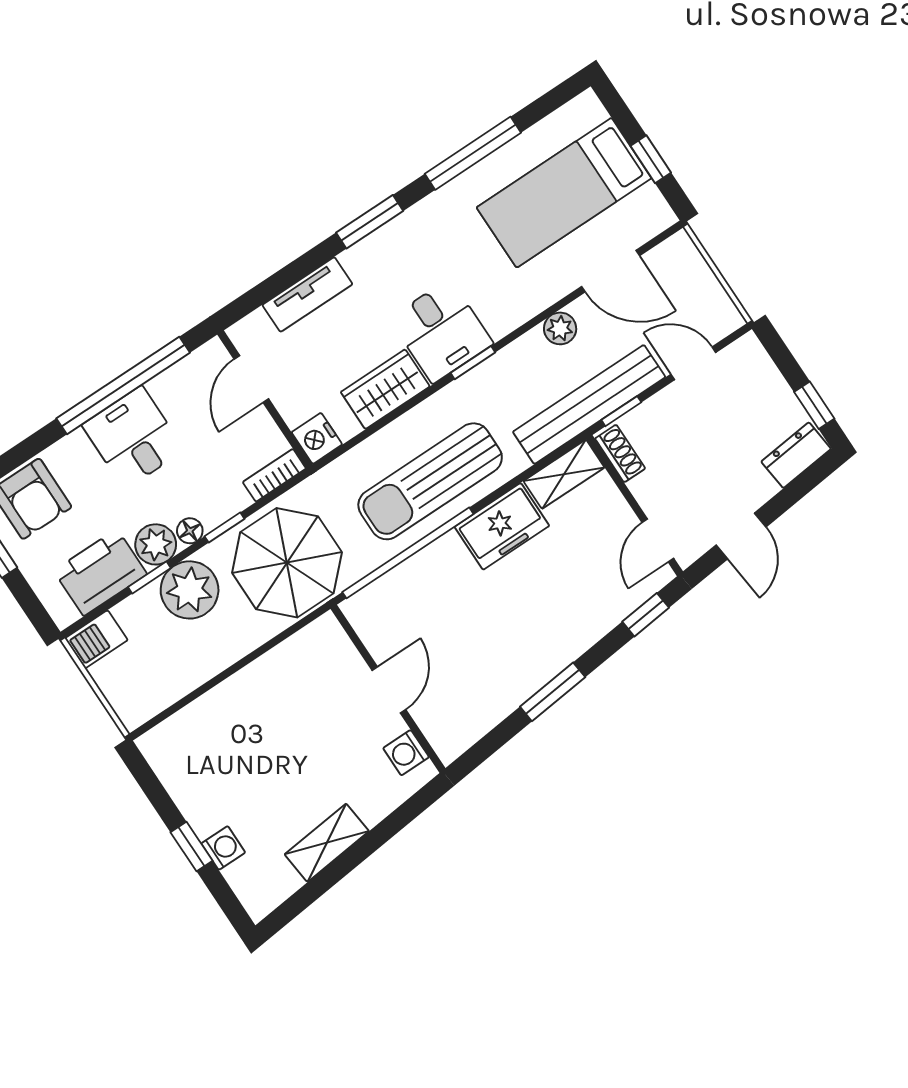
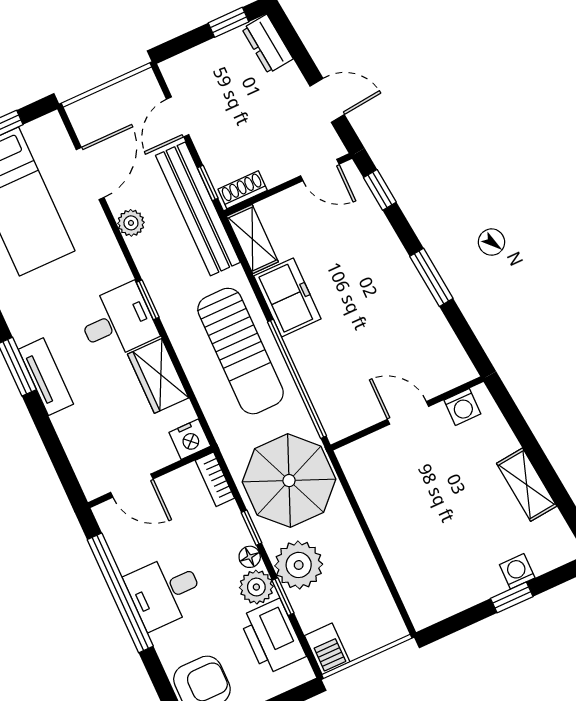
tv unit: (307, 294) -> (46, 377), moved

